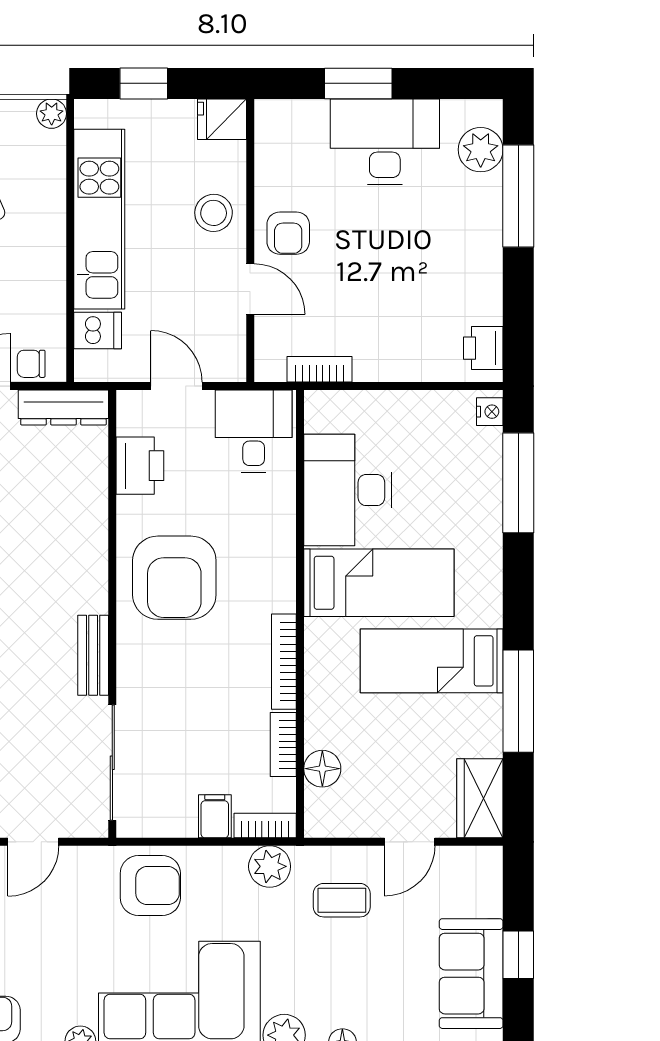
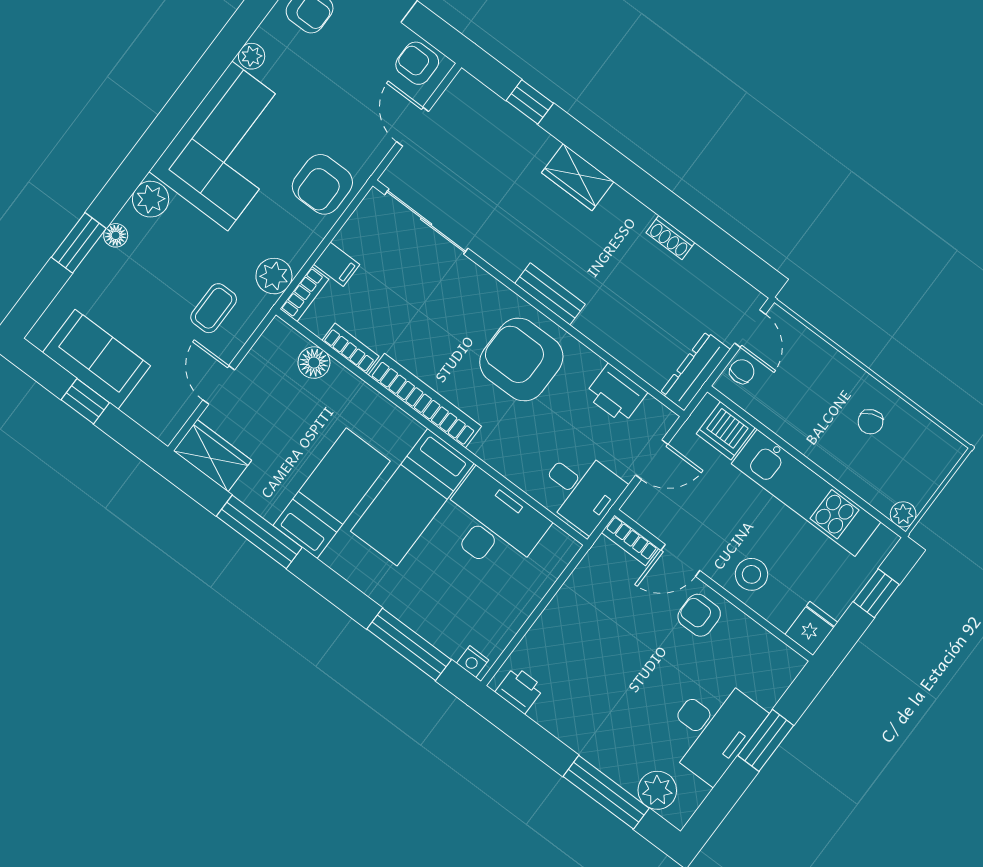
dishwasher: (98, 331) -> (726, 431), width x1.38
bookcase: (320, 369) -> (630, 540), moved, turned 90
bench: (93, 655) -> (550, 294), moved
bookcase: (284, 662) -> (425, 401), width x1.48, depth x1.31

